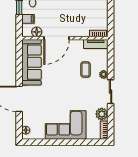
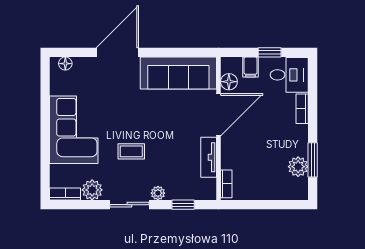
door: (57, 38) -> (219, 115), swing flipped
tv unit: (96, 44) -> (209, 157), moved
window: (111, 59) -> (183, 205), added
coffee table: (85, 69) -> (131, 151), moved

